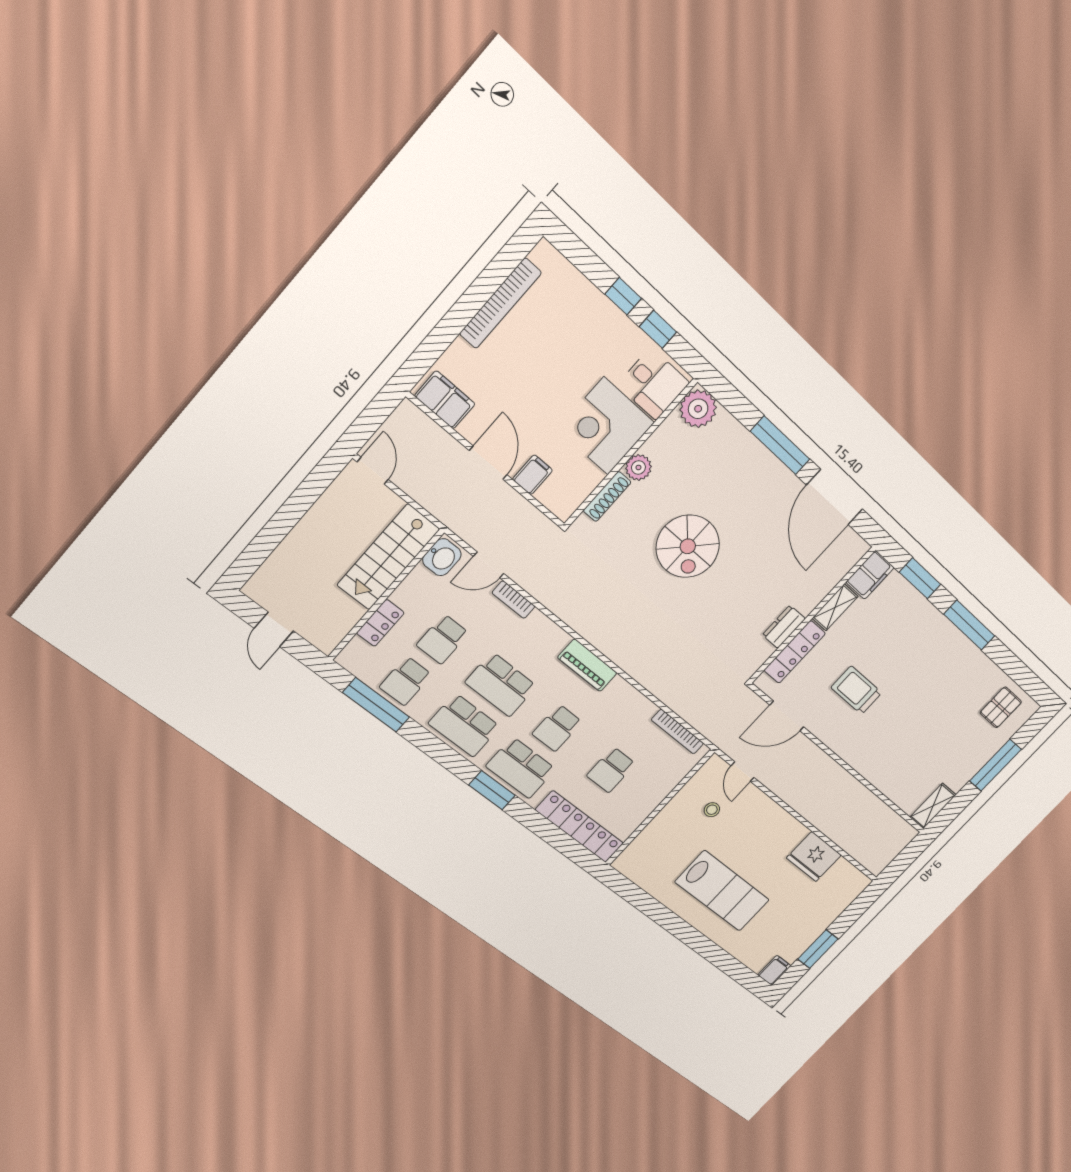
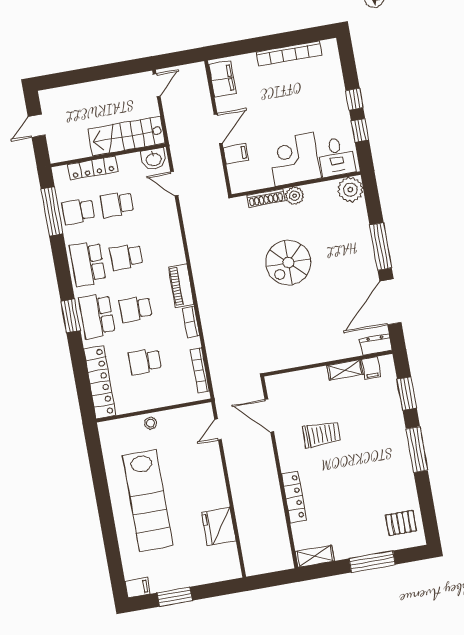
filing cabinet: (870, 575) -> (371, 368), width x0.50
bookcase: (513, 600) -> (191, 322), moved
locker: (380, 623) -> (93, 168), width x1.53
dresser: (784, 627) -> (376, 345), moved
locker: (795, 652) -> (294, 497), moved, turned -90
school desk: (501, 684) -> (126, 257), width x0.54
trolley: (856, 690) -> (321, 434), turned 90
stool: (712, 810) -> (151, 423), moved
lab bench: (722, 891) -> (148, 500), width x1.36

